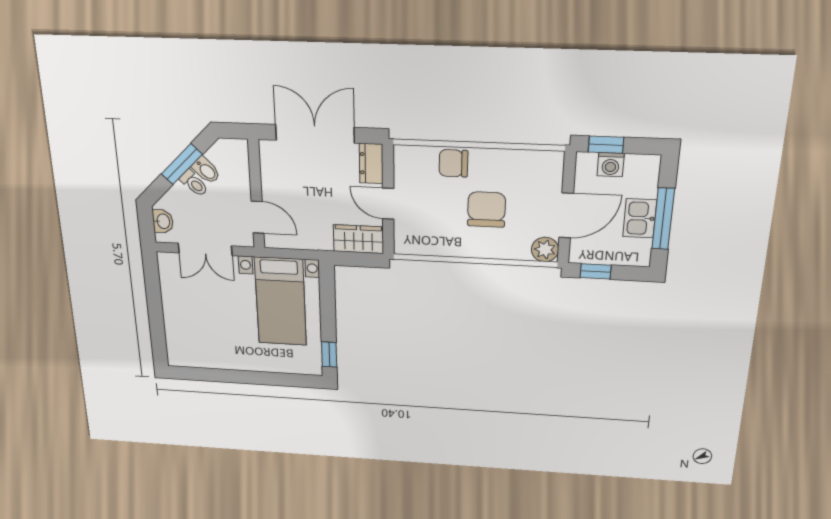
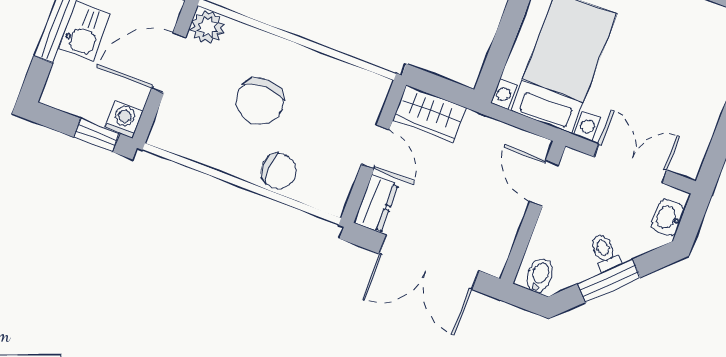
washing machine: (611, 165) -> (124, 119), moved
bidet: (206, 170) -> (540, 275), moved, turned 45

